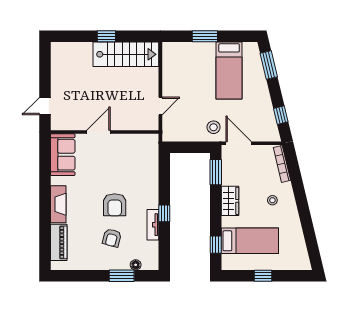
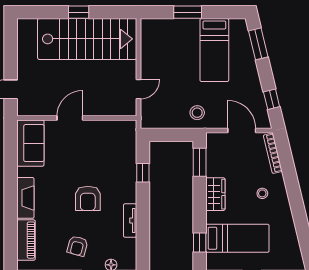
stairs: (126, 54) -> (87, 39), width x1.36, depth x1.51
door: (239, 143) -> (242, 130), moved
window: (164, 213) -> (143, 173), moved
armchair: (112, 238) -> (77, 246), moved

